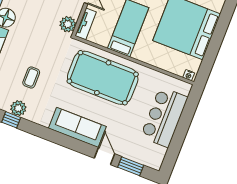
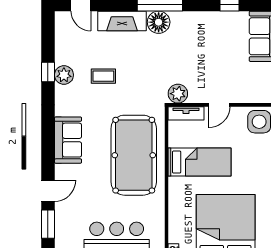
sofa: (77, 127) -> (68, 140), width x0.73

